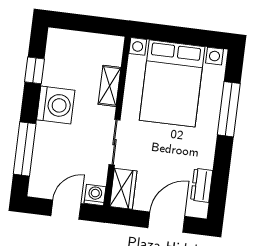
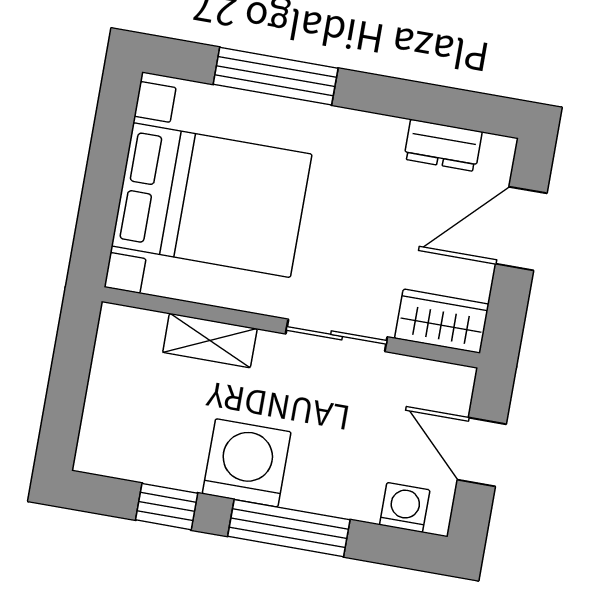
window: (25, 149) -> (289, 528), moved
washing machine: (95, 195) -> (405, 507), moved, turned 90
door: (166, 222) -> (521, 229), hinge flipped

